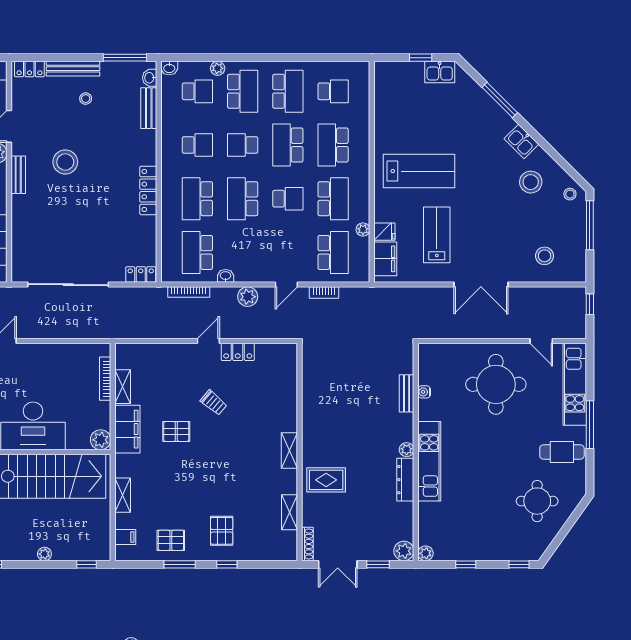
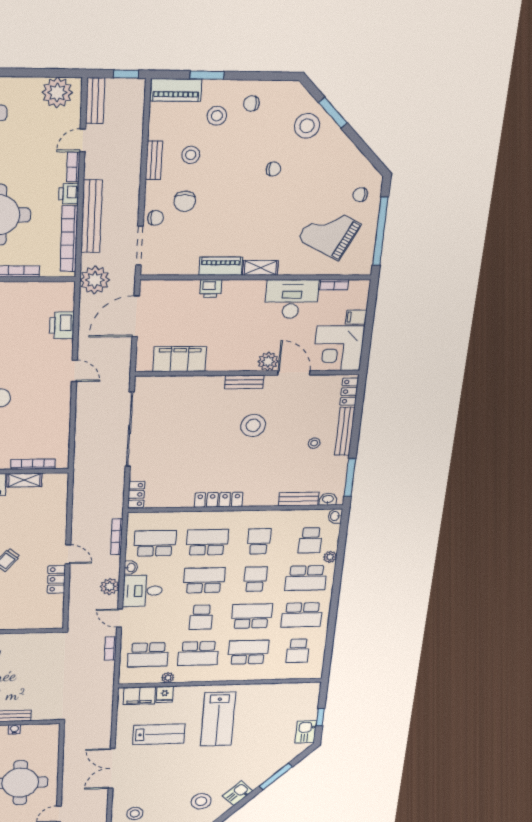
school desk: (197, 145) -> (259, 541), turned 180
desk: (254, 262) -> (143, 591), added

